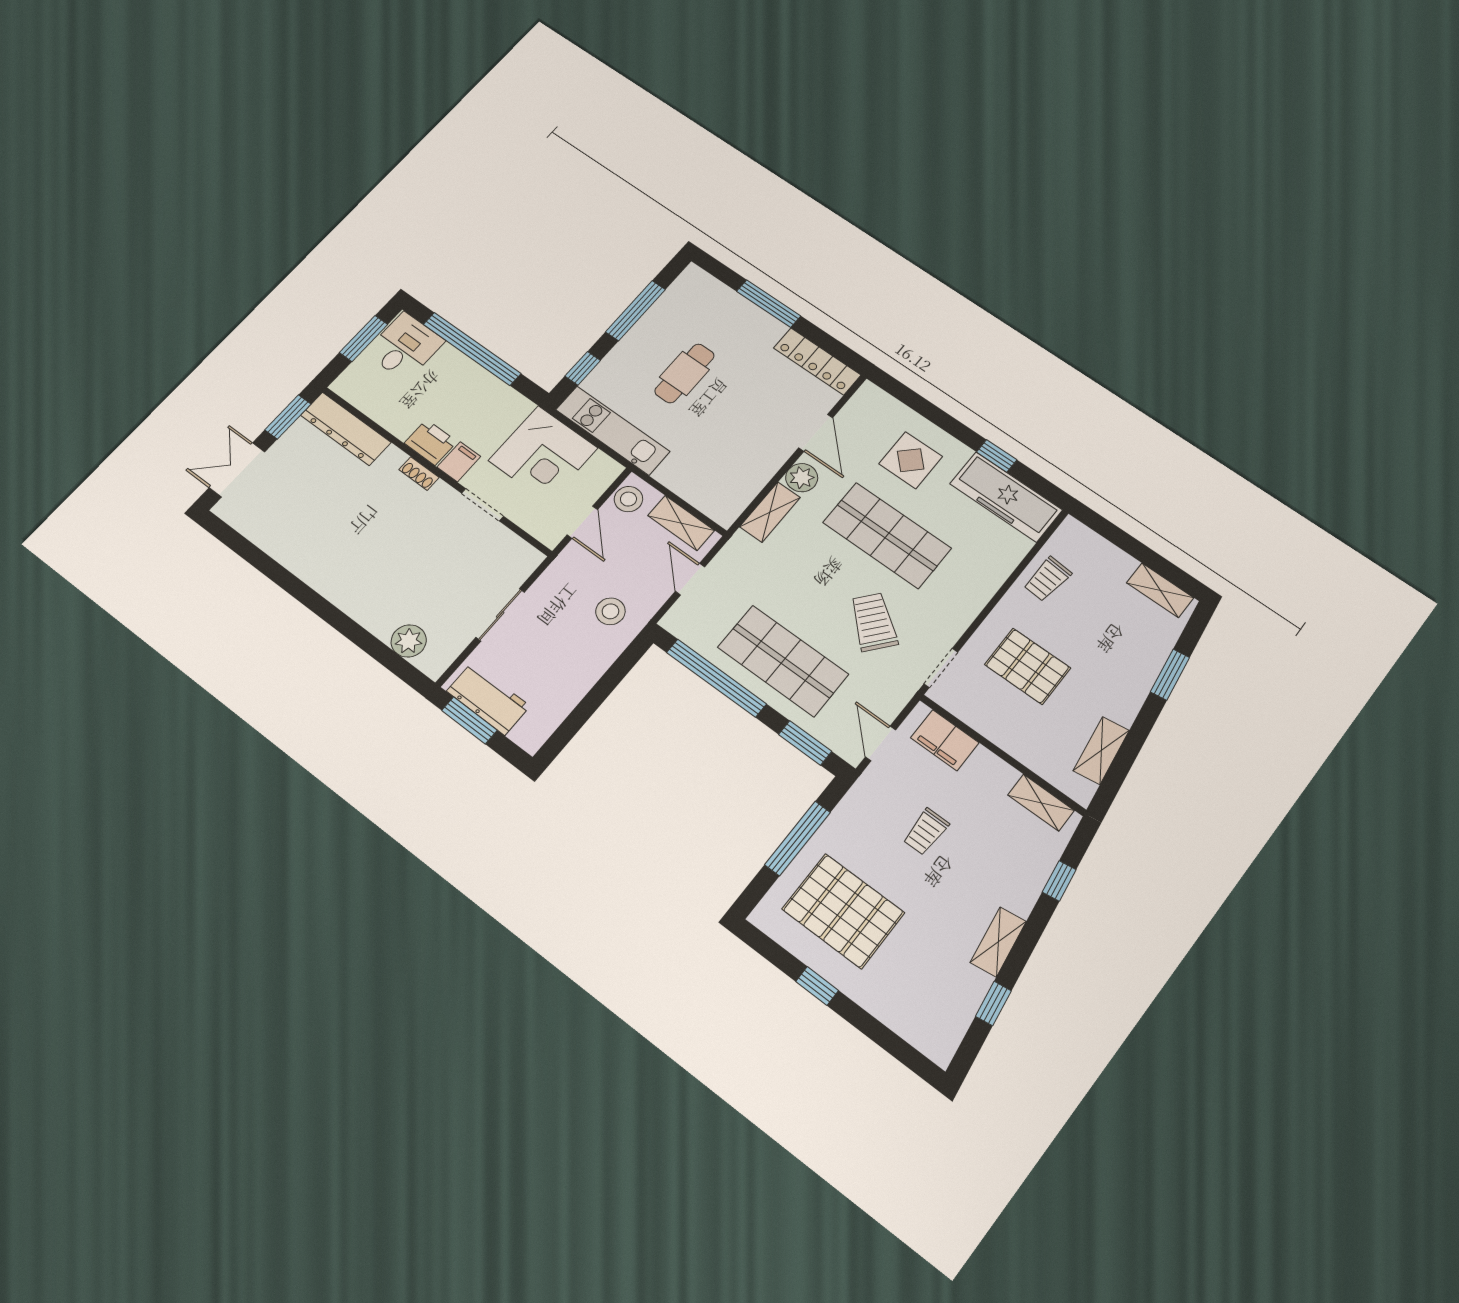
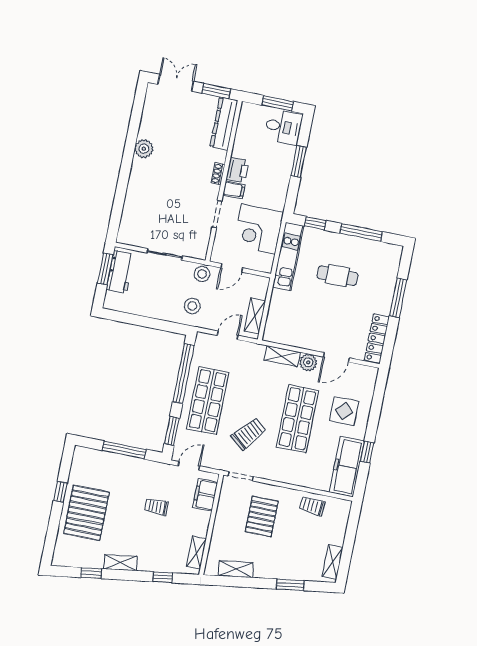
window: (472, 349) -> (299, 161), width x0.47
stool: (628, 499) -> (202, 274), moved
plant: (409, 641) -> (144, 149), moved
pallet: (843, 911) -> (87, 513), moved

